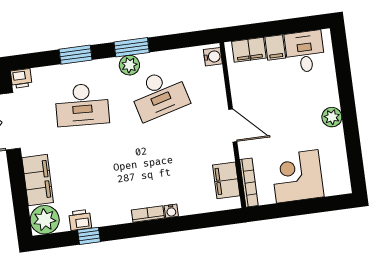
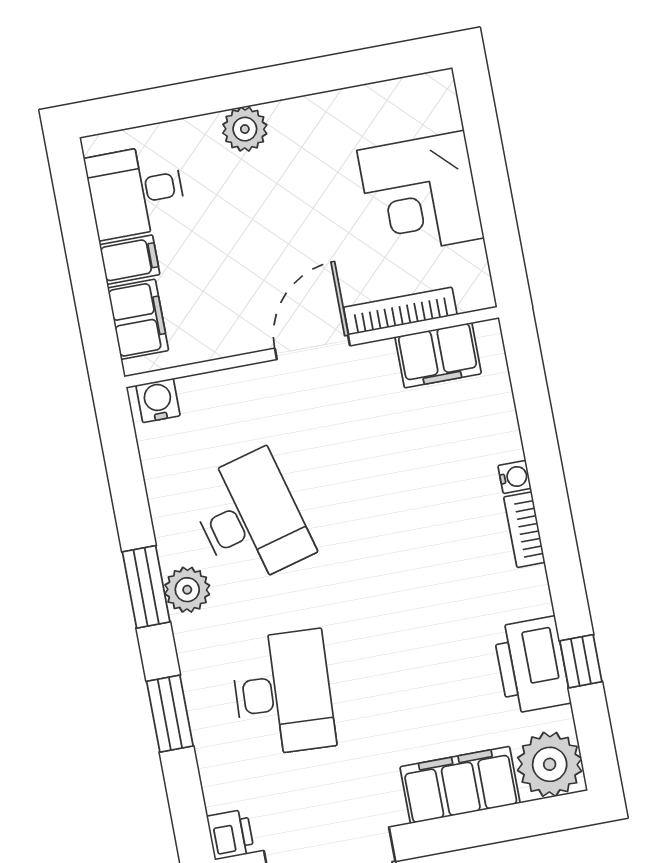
plant: (332, 117) -> (245, 129), moved
bookcase: (249, 183) -> (400, 311), moved
printer: (80, 220) -> (532, 665), width x1.87, depth x1.48

